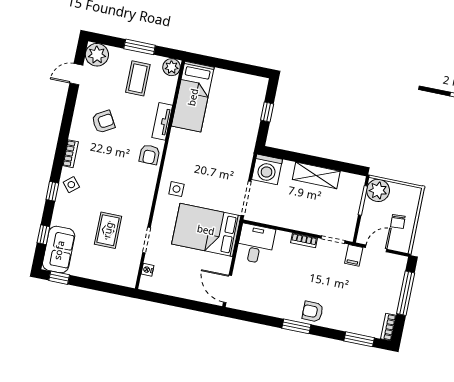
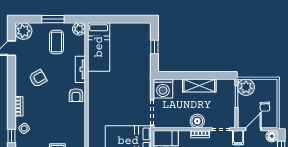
side table: (176, 189) -> (101, 116), removed
boiler: (304, 222) -> (197, 121), added
floor lamp: (399, 263) -> (272, 136), added

